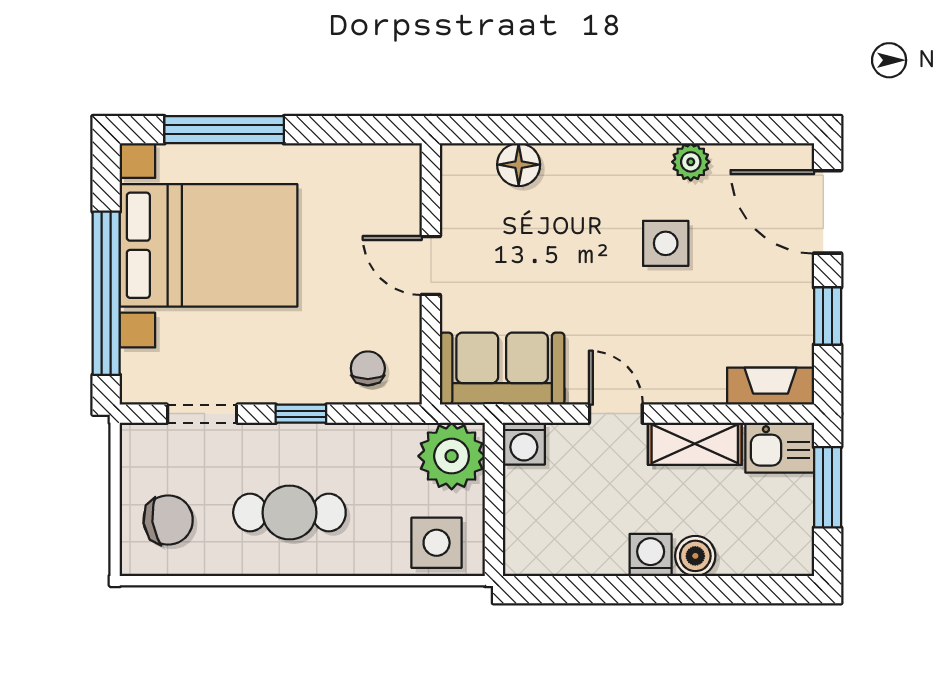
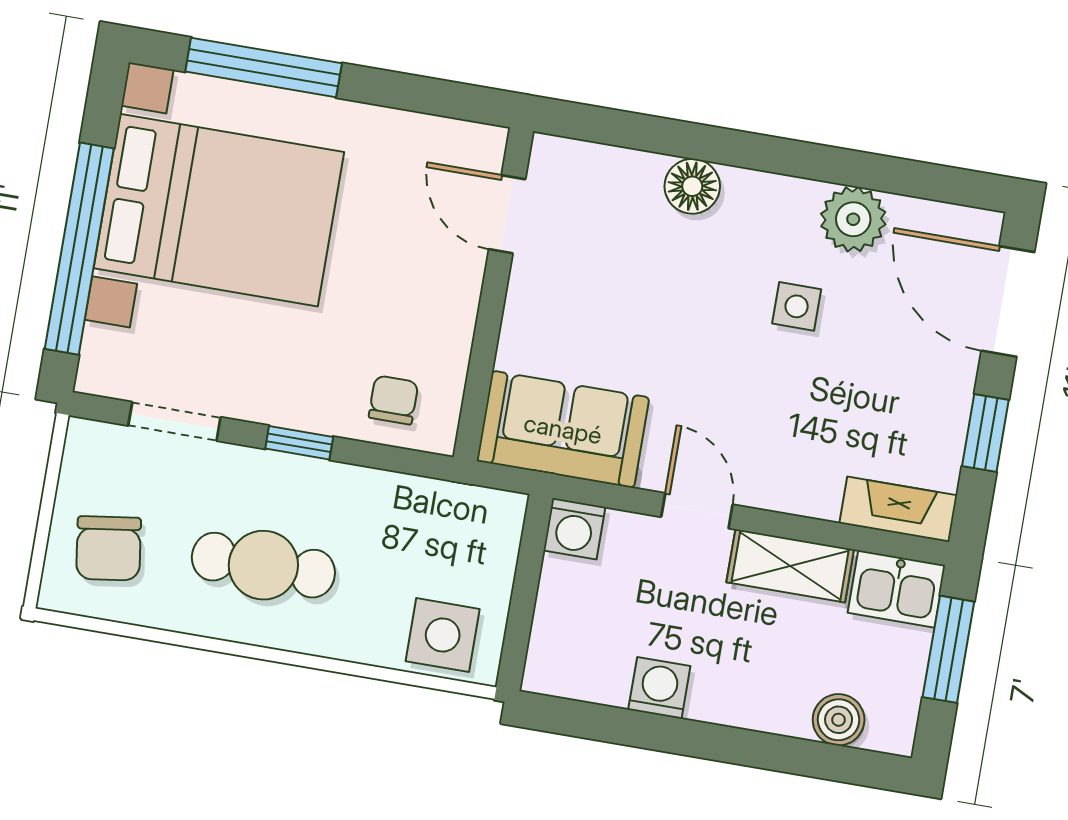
plant: (691, 162) -> (853, 219), width x1.38, depth x1.38
floor lamp: (519, 165) -> (692, 186), moved
side table: (666, 243) -> (797, 306), width x0.73, depth x0.73
door: (431, 266) -> (507, 214), moved
plant: (452, 456) -> (480, 529), removed
chair: (168, 520) -> (109, 548), turned 89
washing machine: (651, 555) -> (659, 688), moved
boiler: (695, 556) -> (839, 720), moved

